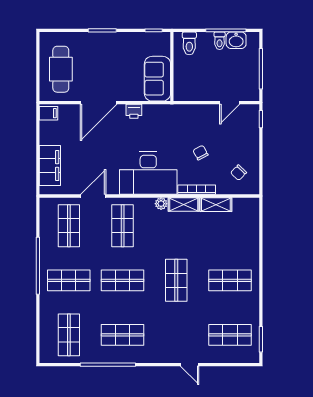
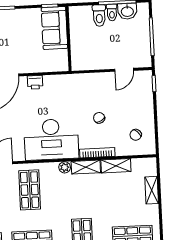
toilet: (189, 43) -> (99, 16), moved
sofa: (157, 79) -> (54, 28), moved
shelving: (253, 233) -> (152, 190), added

